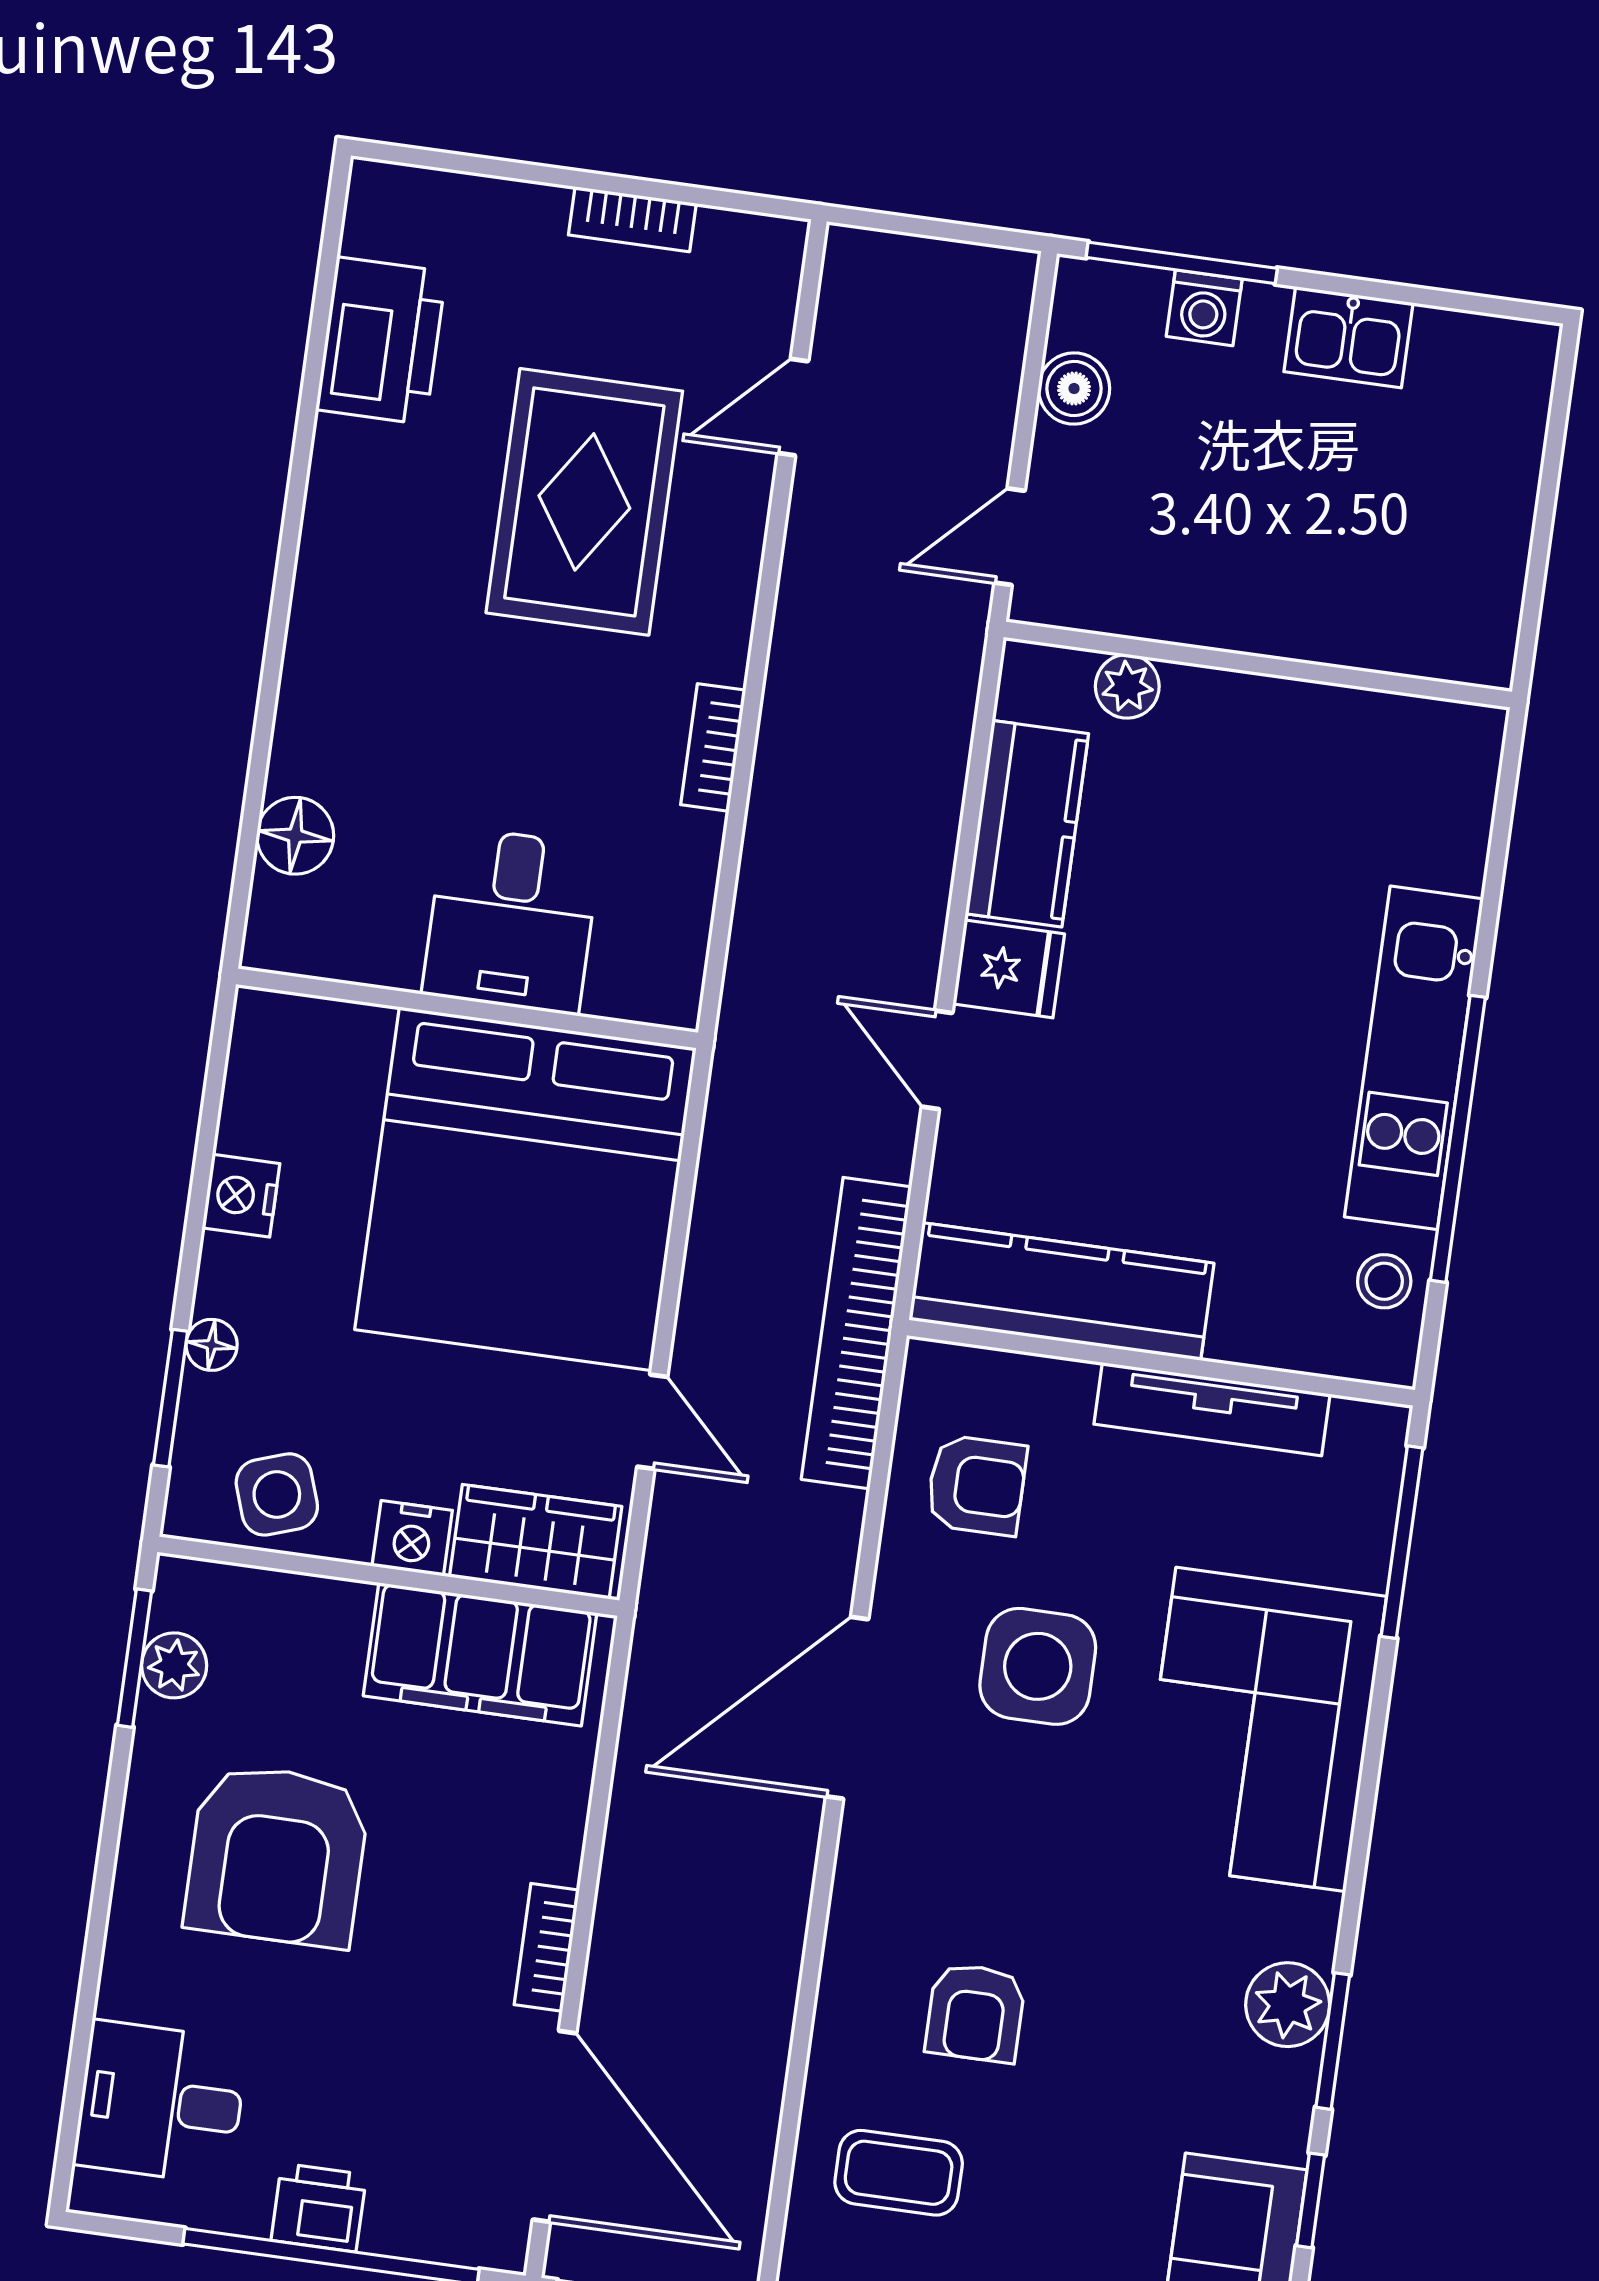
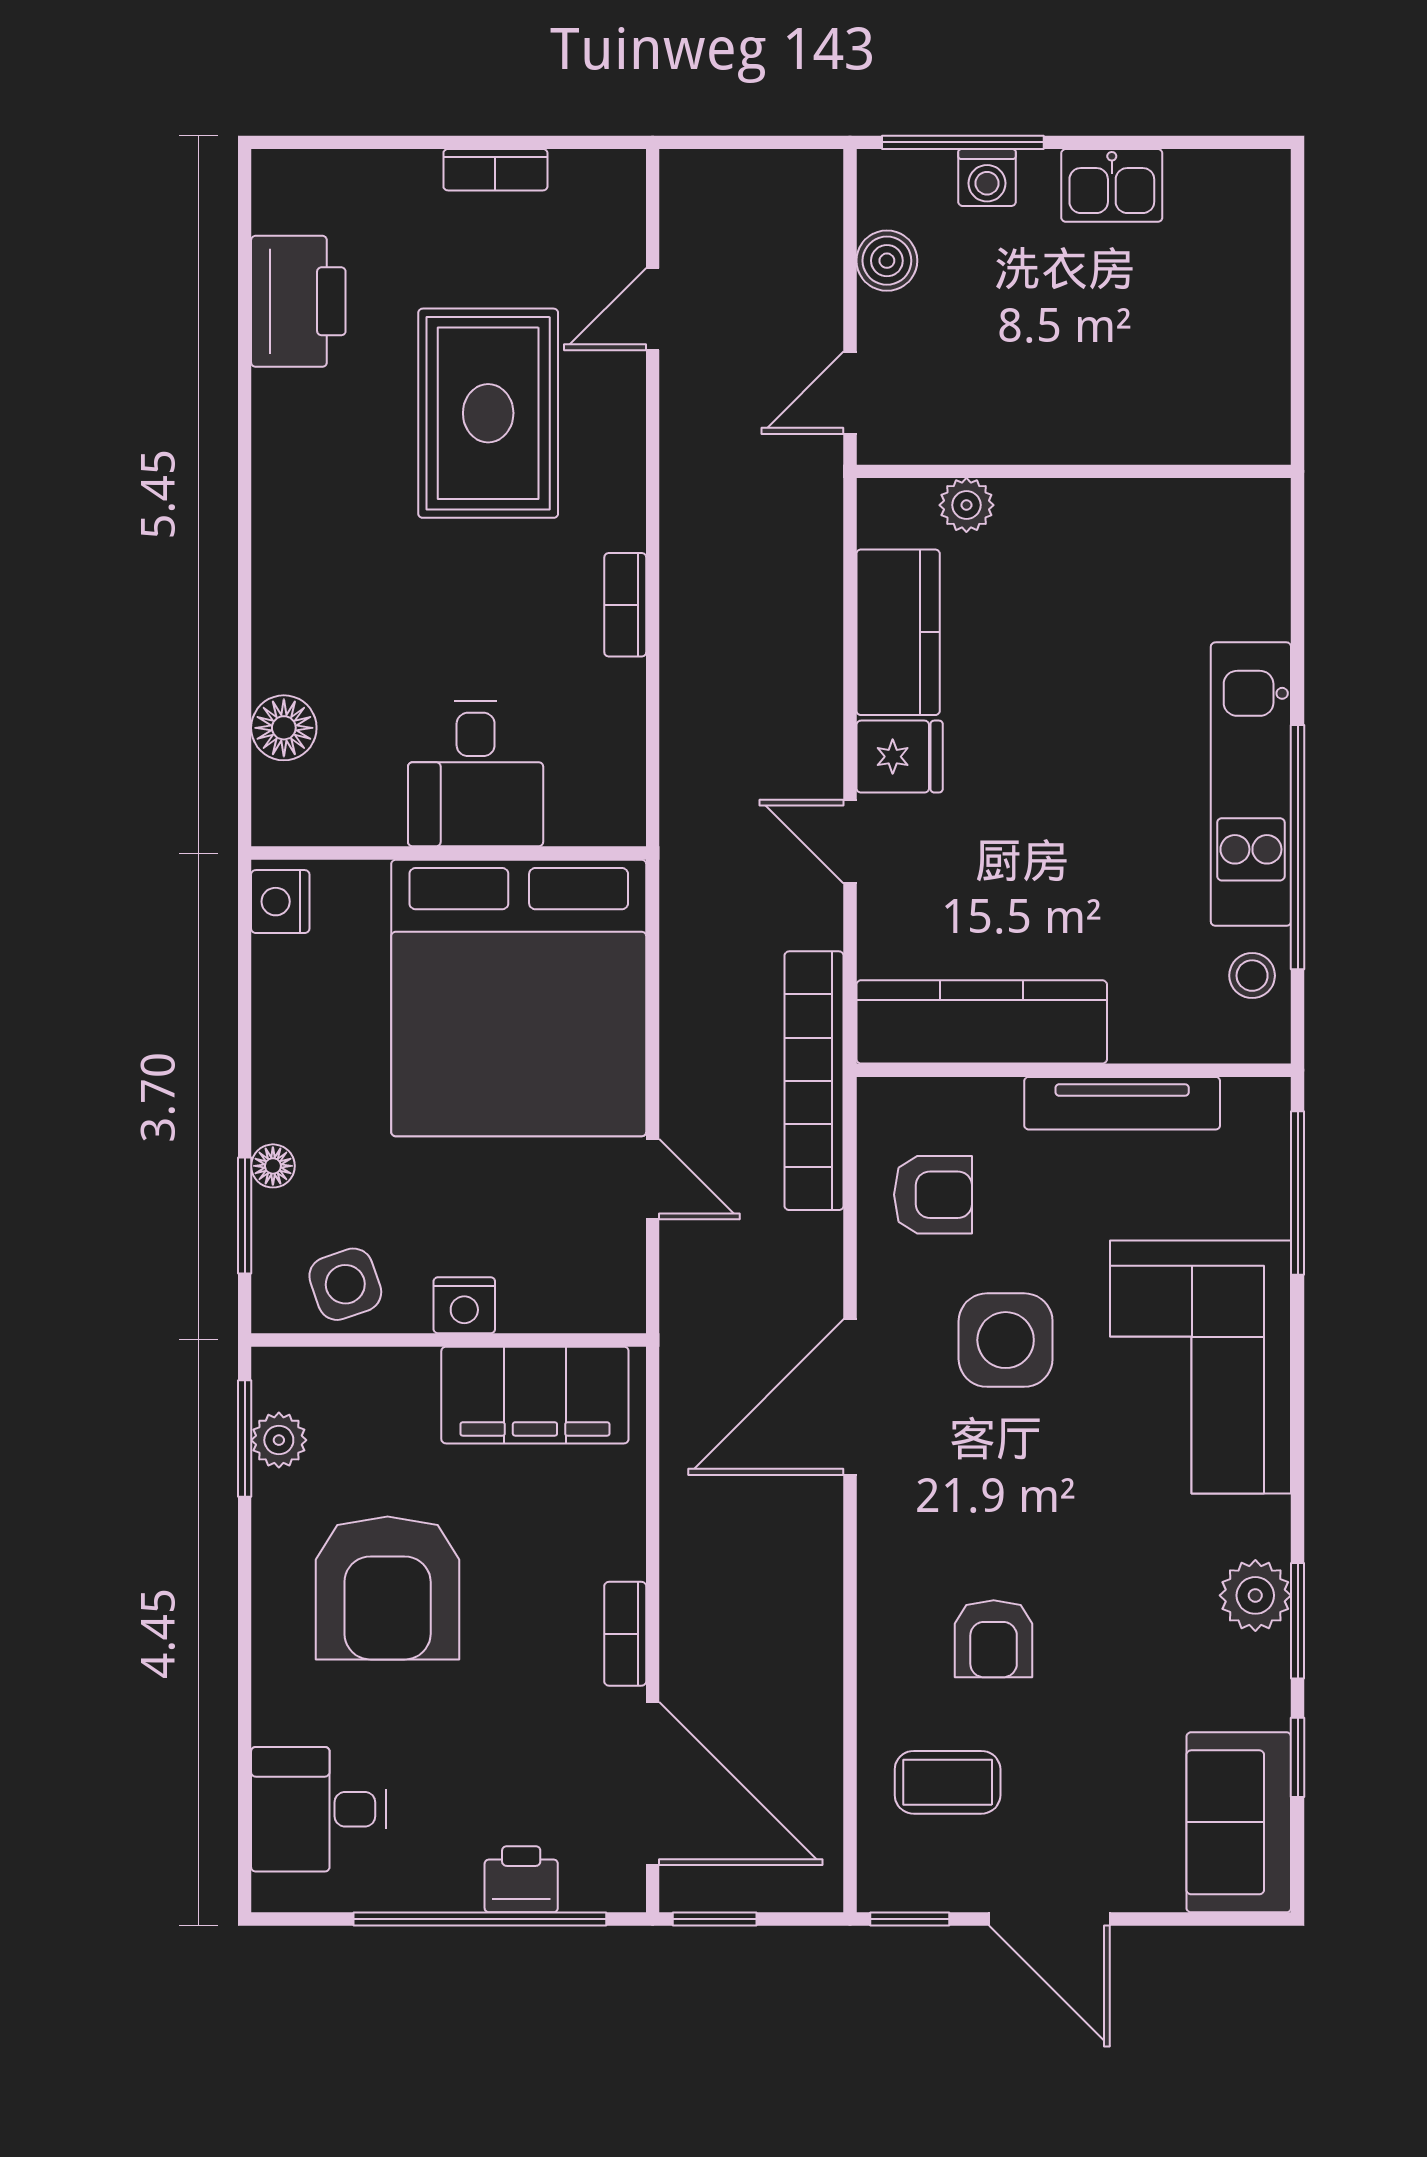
nightstand: (241, 1196) -> (280, 902), moved
wardrobe: (536, 1542) -> (569, 1294), removed
printer: (319, 2208) -> (521, 1879), moved

